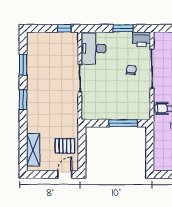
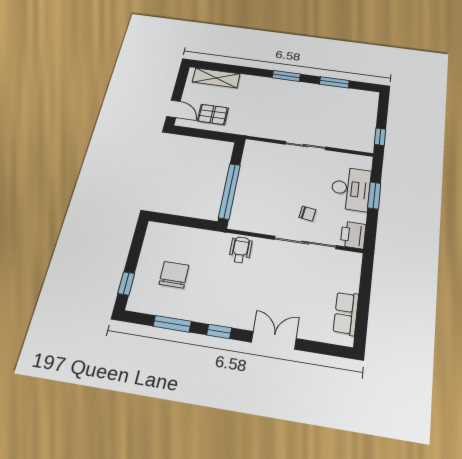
window: (123, 28) -> (374, 195), moved
desk: (94, 49) -> (351, 189), moved, turned 90
window: (123, 123) -> (229, 191), width x1.46
pallet: (65, 146) -> (213, 114), turned 90

